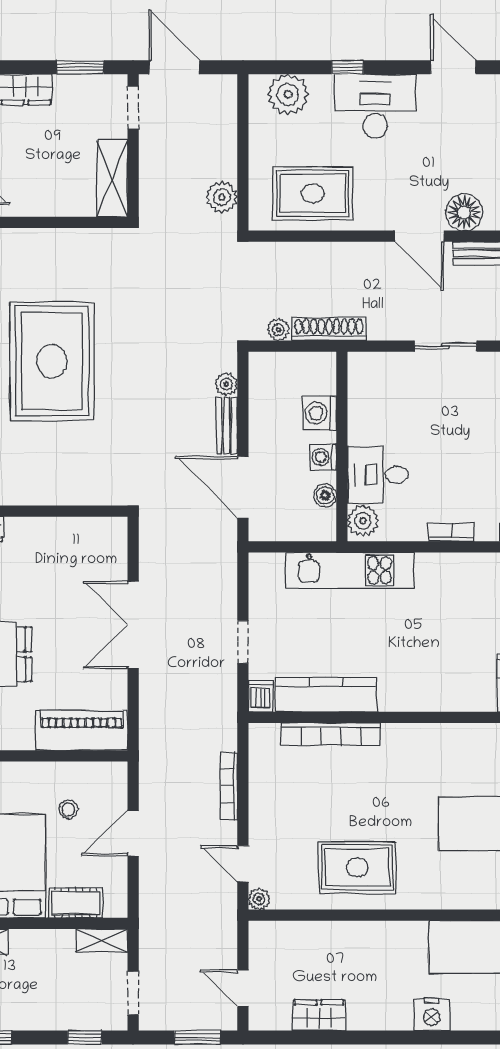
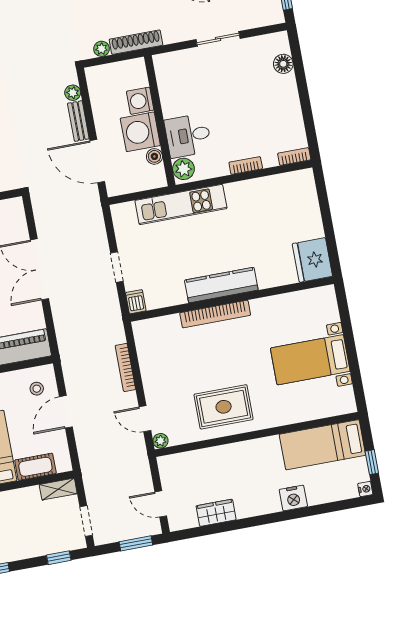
washing machine: (323, 457) -> (140, 132), width x1.89, depth x1.89
kitchen counter: (326, 695) -> (221, 285), moved
bookcase: (331, 734) -> (215, 314), moved
stool: (68, 809) -> (37, 389), moved

